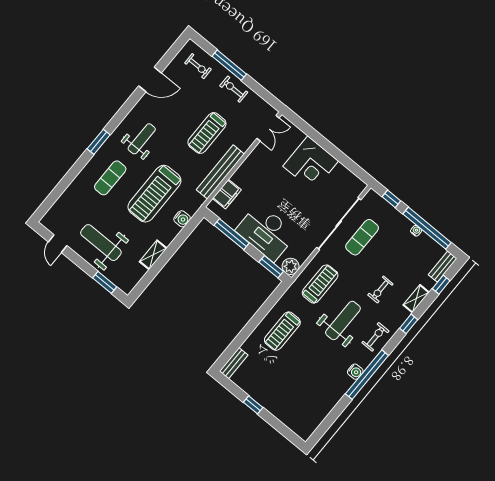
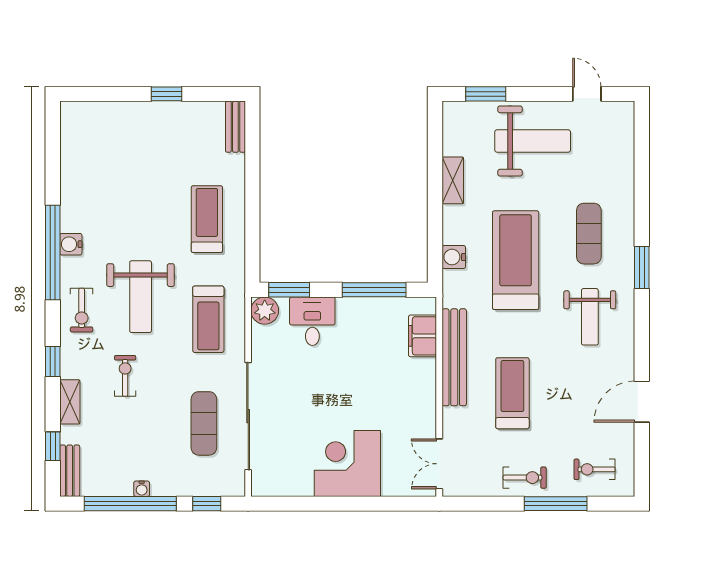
desk: (266, 232) -> (312, 321), width x0.53, depth x0.77

